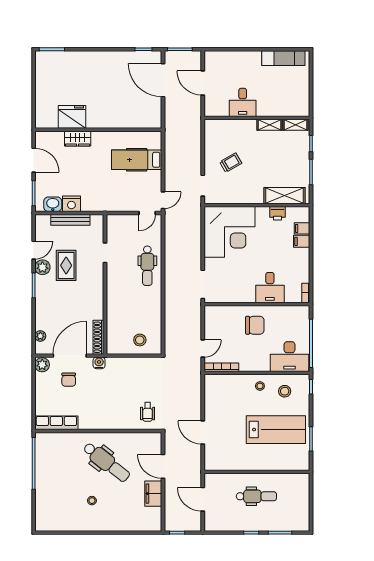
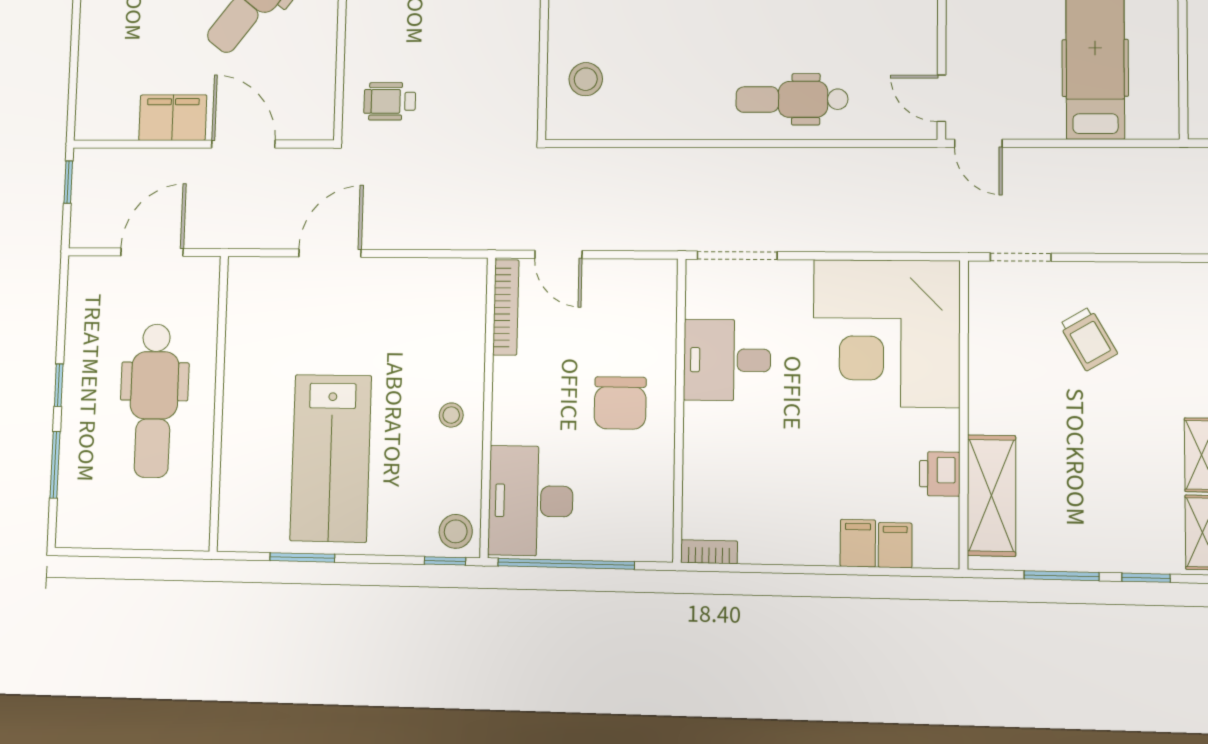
desk: (270, 288) -> (727, 360), moved
stool: (285, 391) -> (456, 531), moved
door: (163, 466) -> (243, 144), hinge flipped
dental chair: (256, 496) -> (154, 401), width x1.36, depth x1.38

